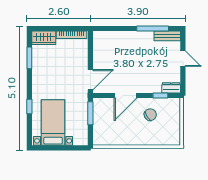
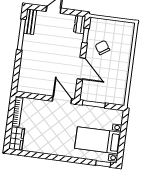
window: (29, 58) -> (34, 155), removed
window: (29, 106) -> (103, 164), moved

